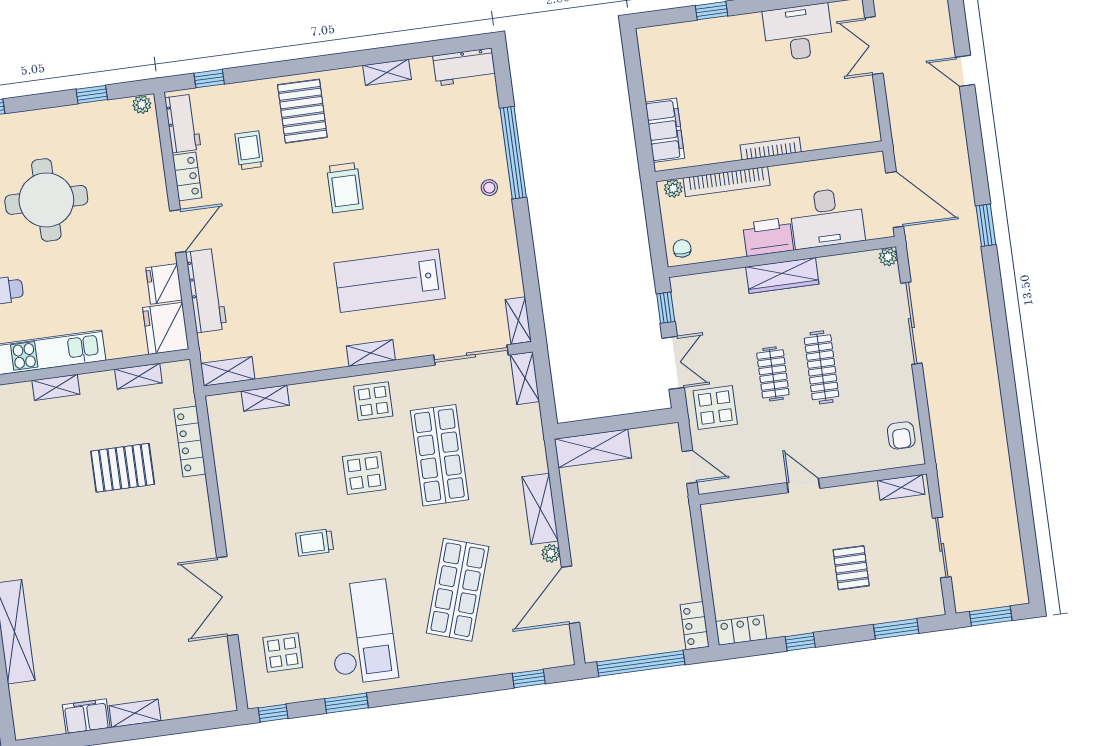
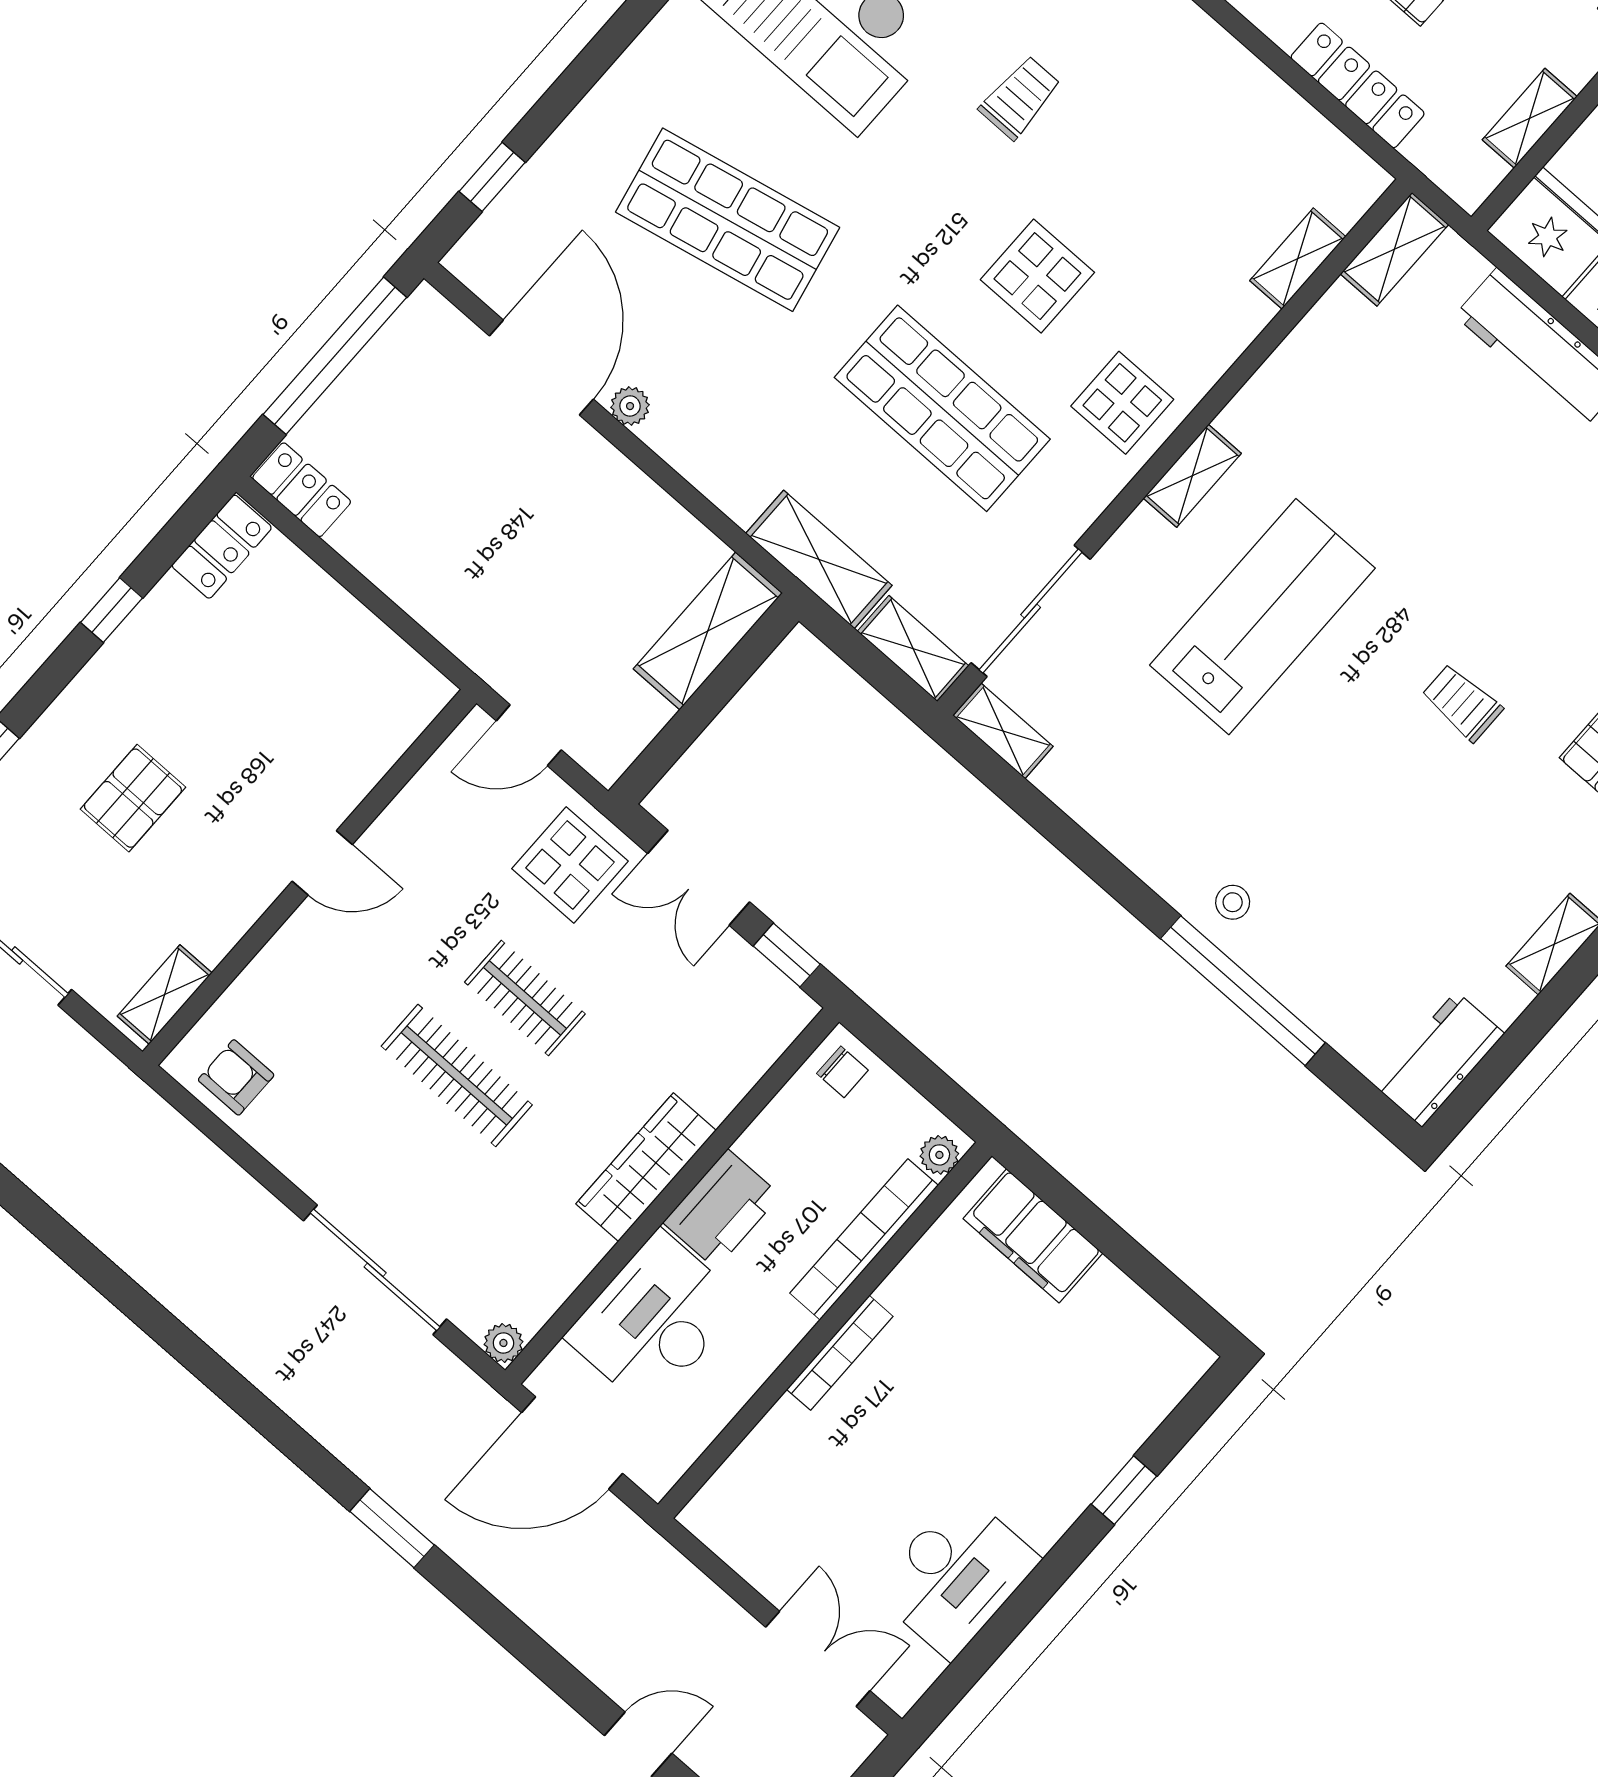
trolley: (345, 188) -> (1462, 703), width x0.73, depth x0.72
shelving: (540, 509) -> (819, 559), moved
pallet: (851, 568) -> (133, 798), turned 90
shop shelf: (458, 590) -> (728, 220), turned -30

